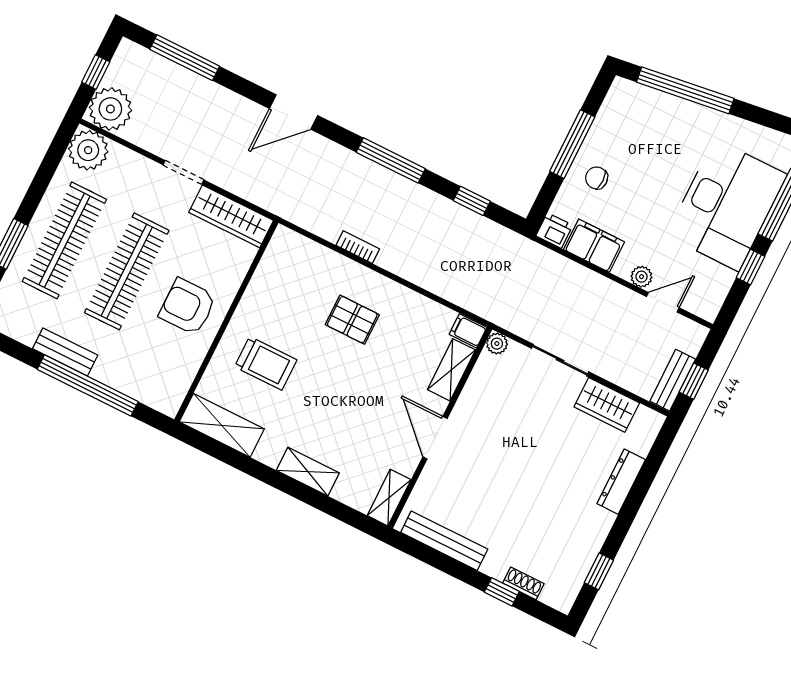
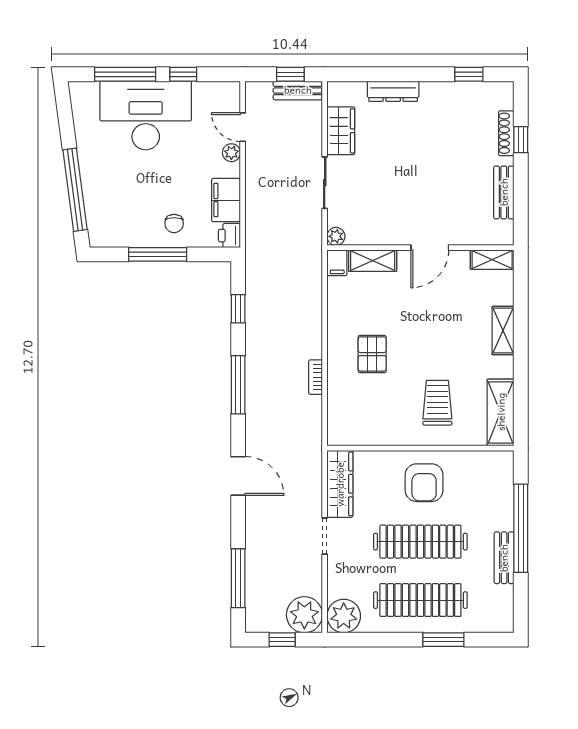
bench: (444, 541) -> (504, 192), width x0.73
shoe rack: (523, 583) -> (506, 133), width x1.43

